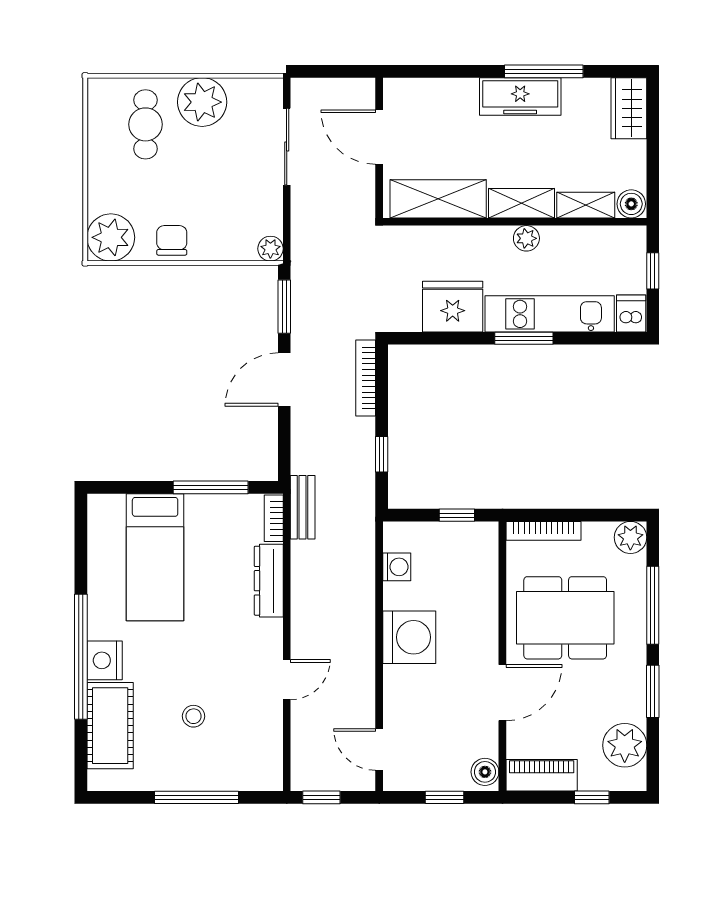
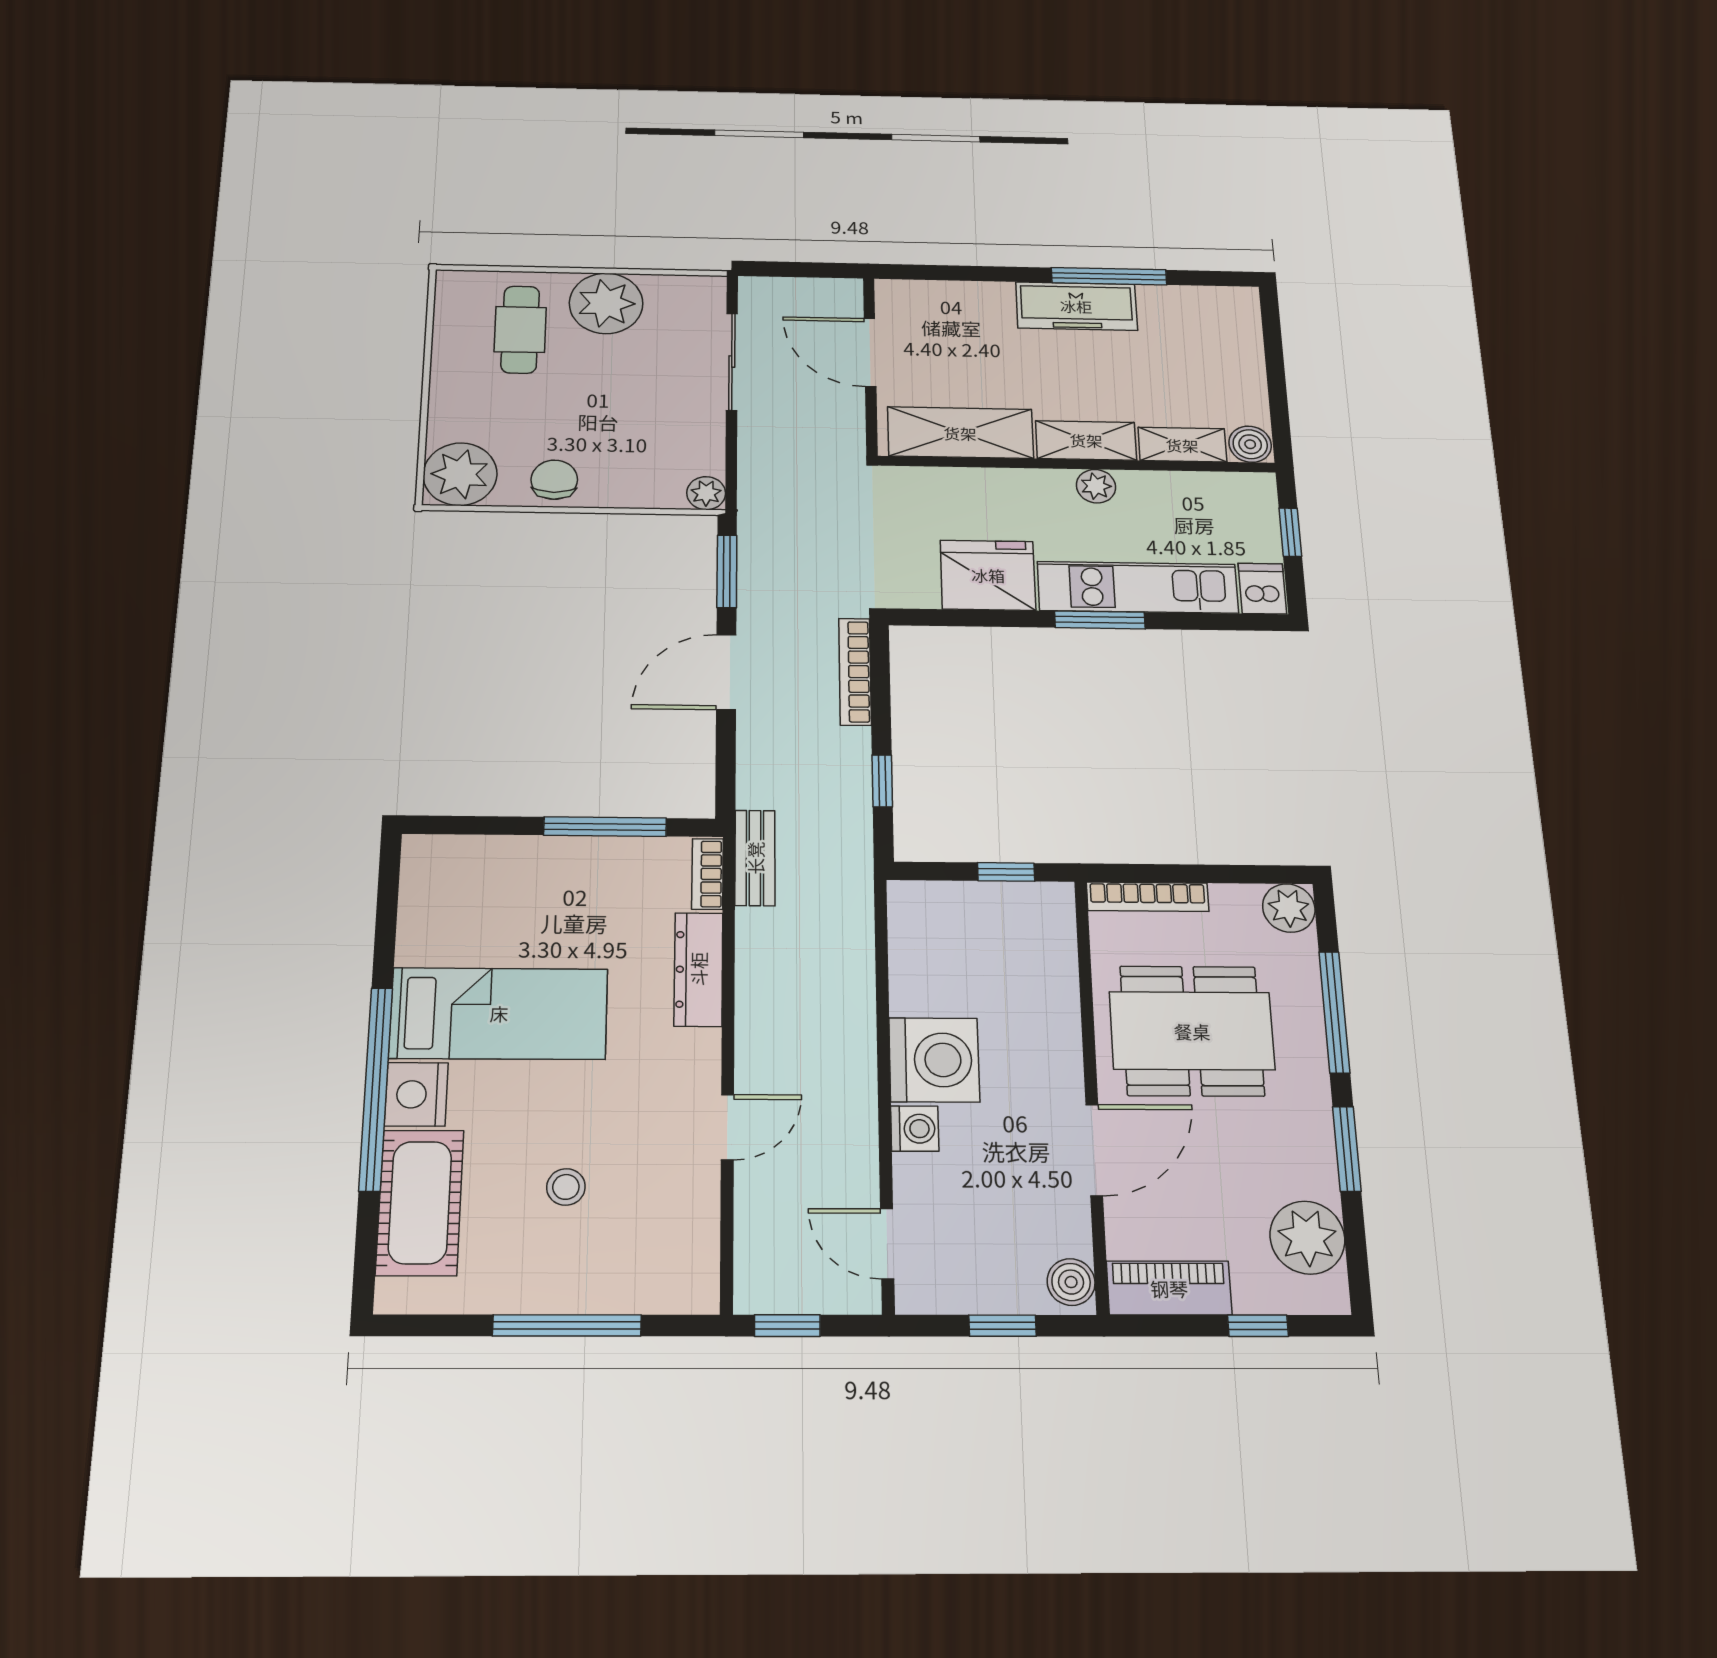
wardrobe: (629, 108) -> (1236, 324), removed
bed: (155, 557) -> (499, 1013), moved, turned -90
washing machine: (397, 567) -> (915, 1129), moved

